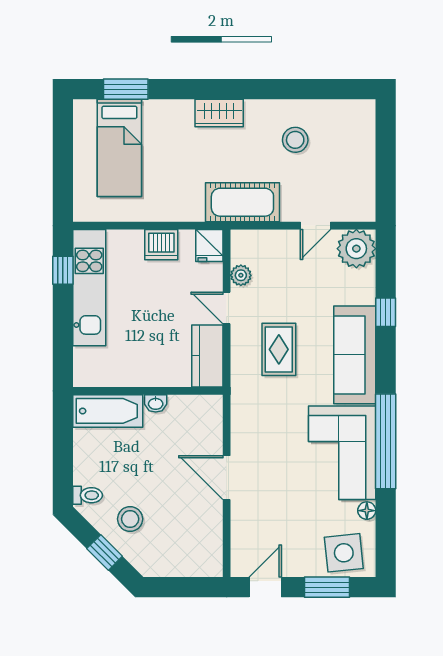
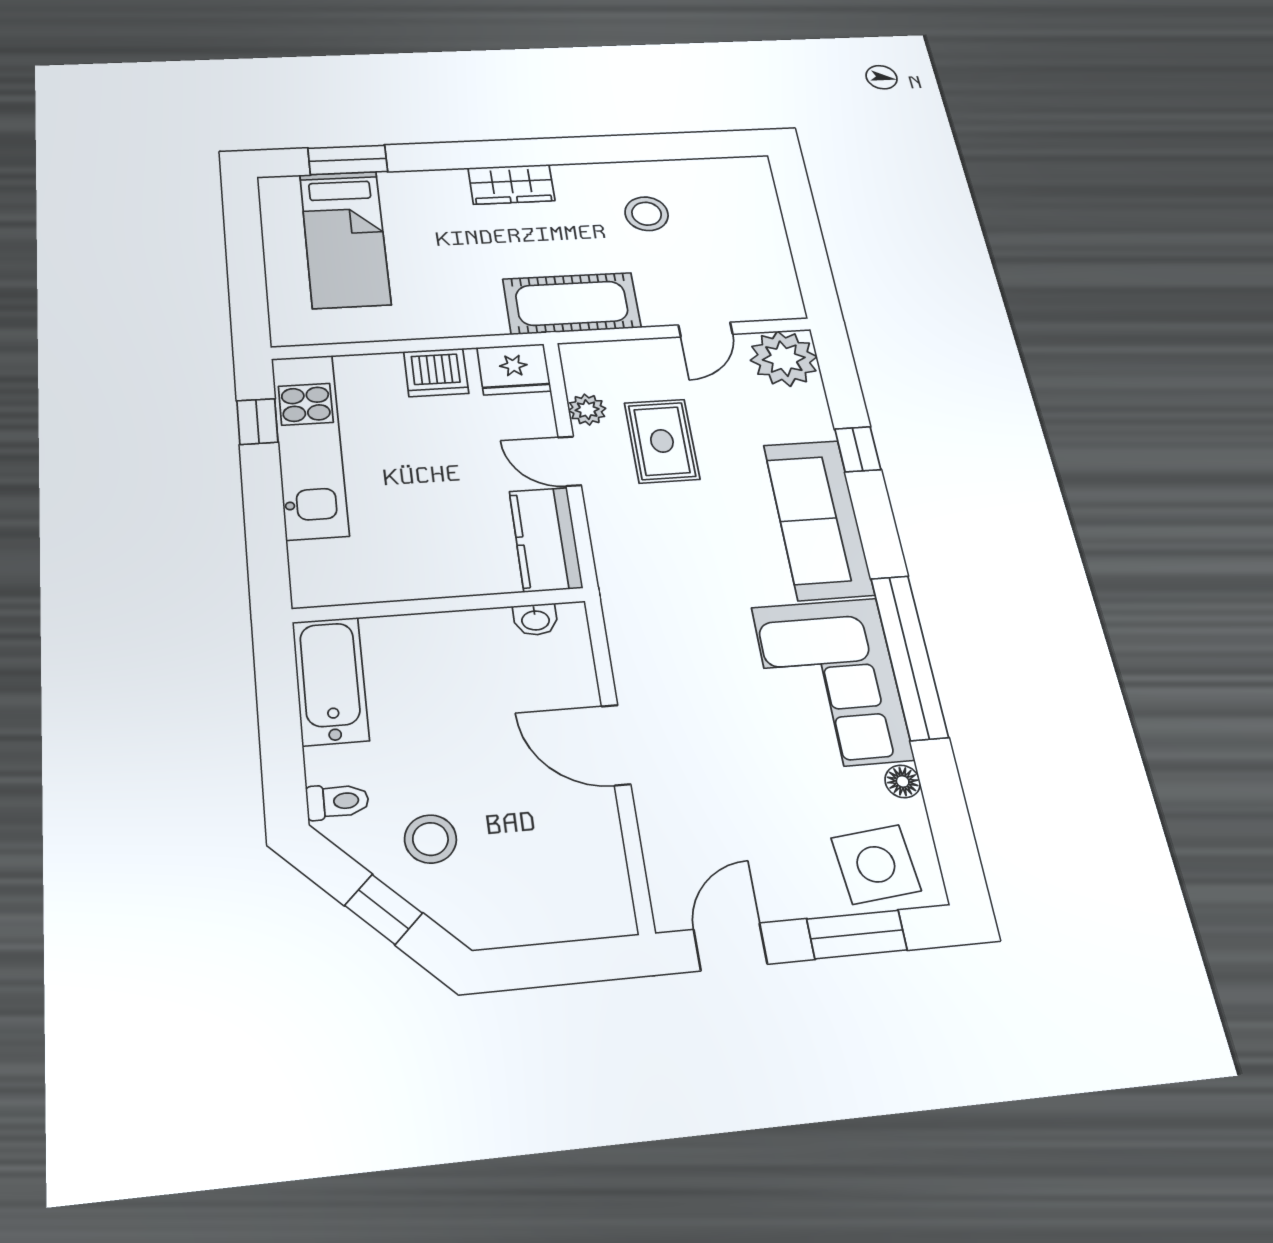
fridge: (209, 245) -> (514, 369), width x1.38
rug: (279, 349) -> (662, 441), moved
washbasin: (156, 403) -> (535, 620), moved
bathtub: (108, 411) -> (330, 681), moved, turned -90

